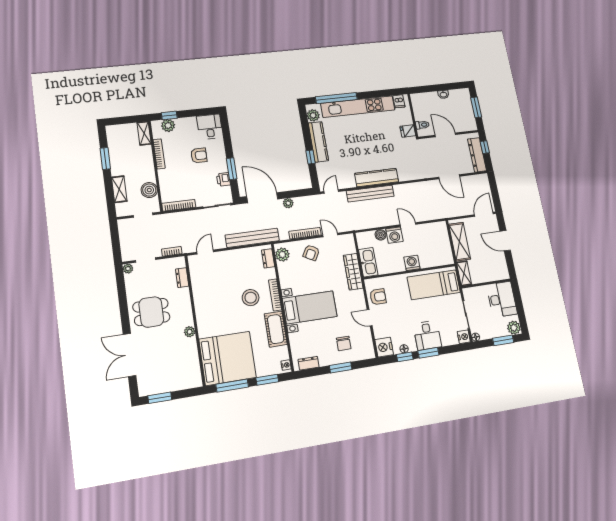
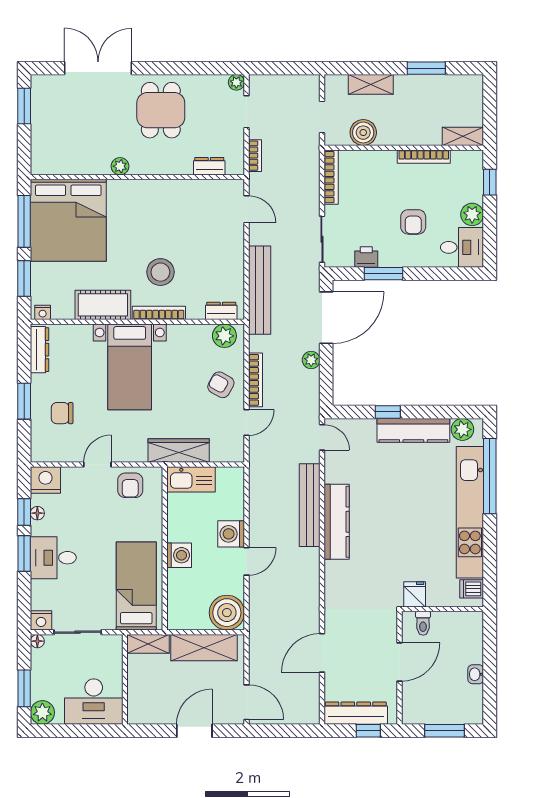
plant: (168, 125) -> (472, 214), moved
boiler: (381, 235) -> (227, 613), moved, width x1.86, depth x1.86
dresser: (309, 363) -> (40, 350), width x1.44

